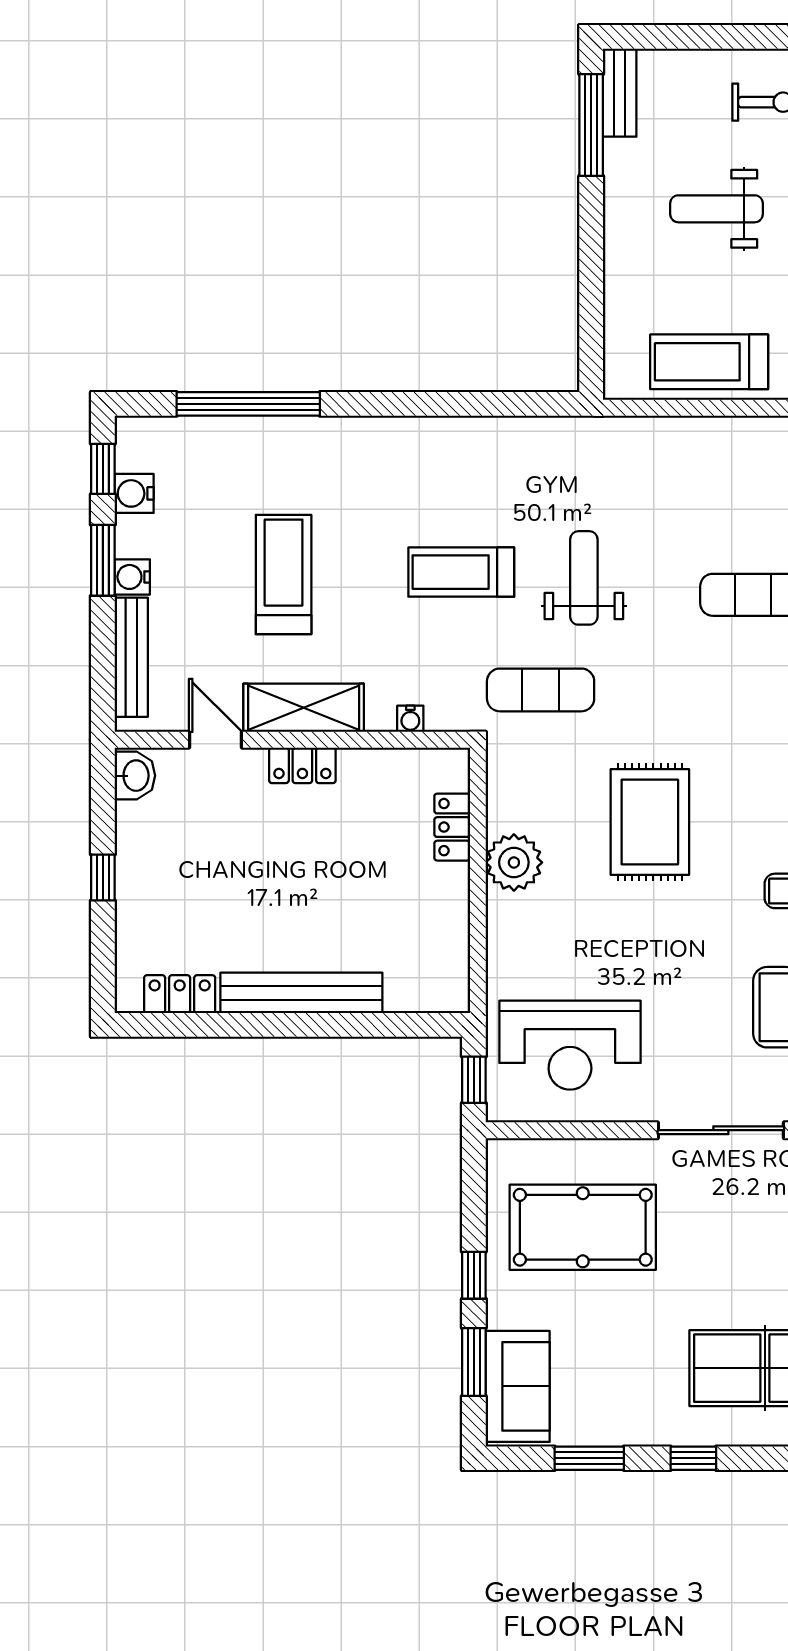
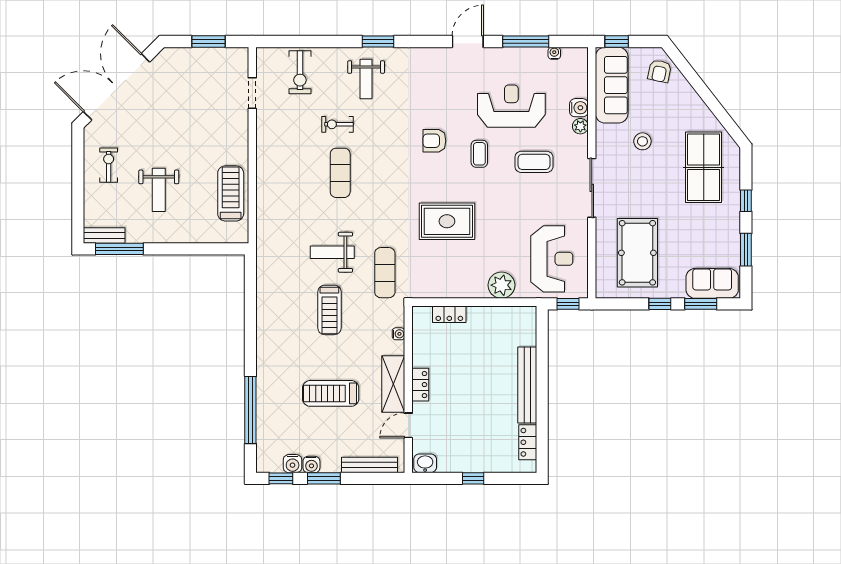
treadmill: (709, 362) -> (231, 193), turned 180
water cooler: (132, 577) -> (311, 465), moved
plant: (514, 862) -> (501, 285), moved

